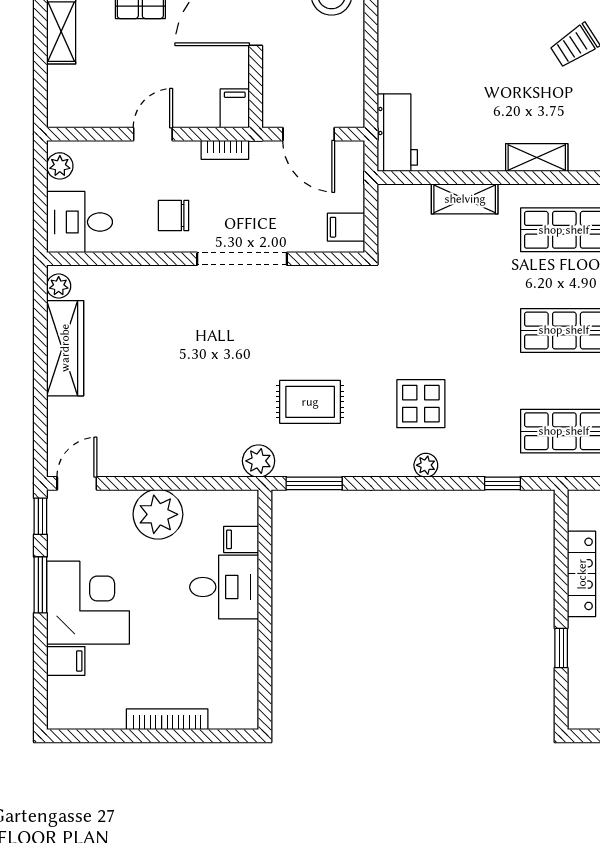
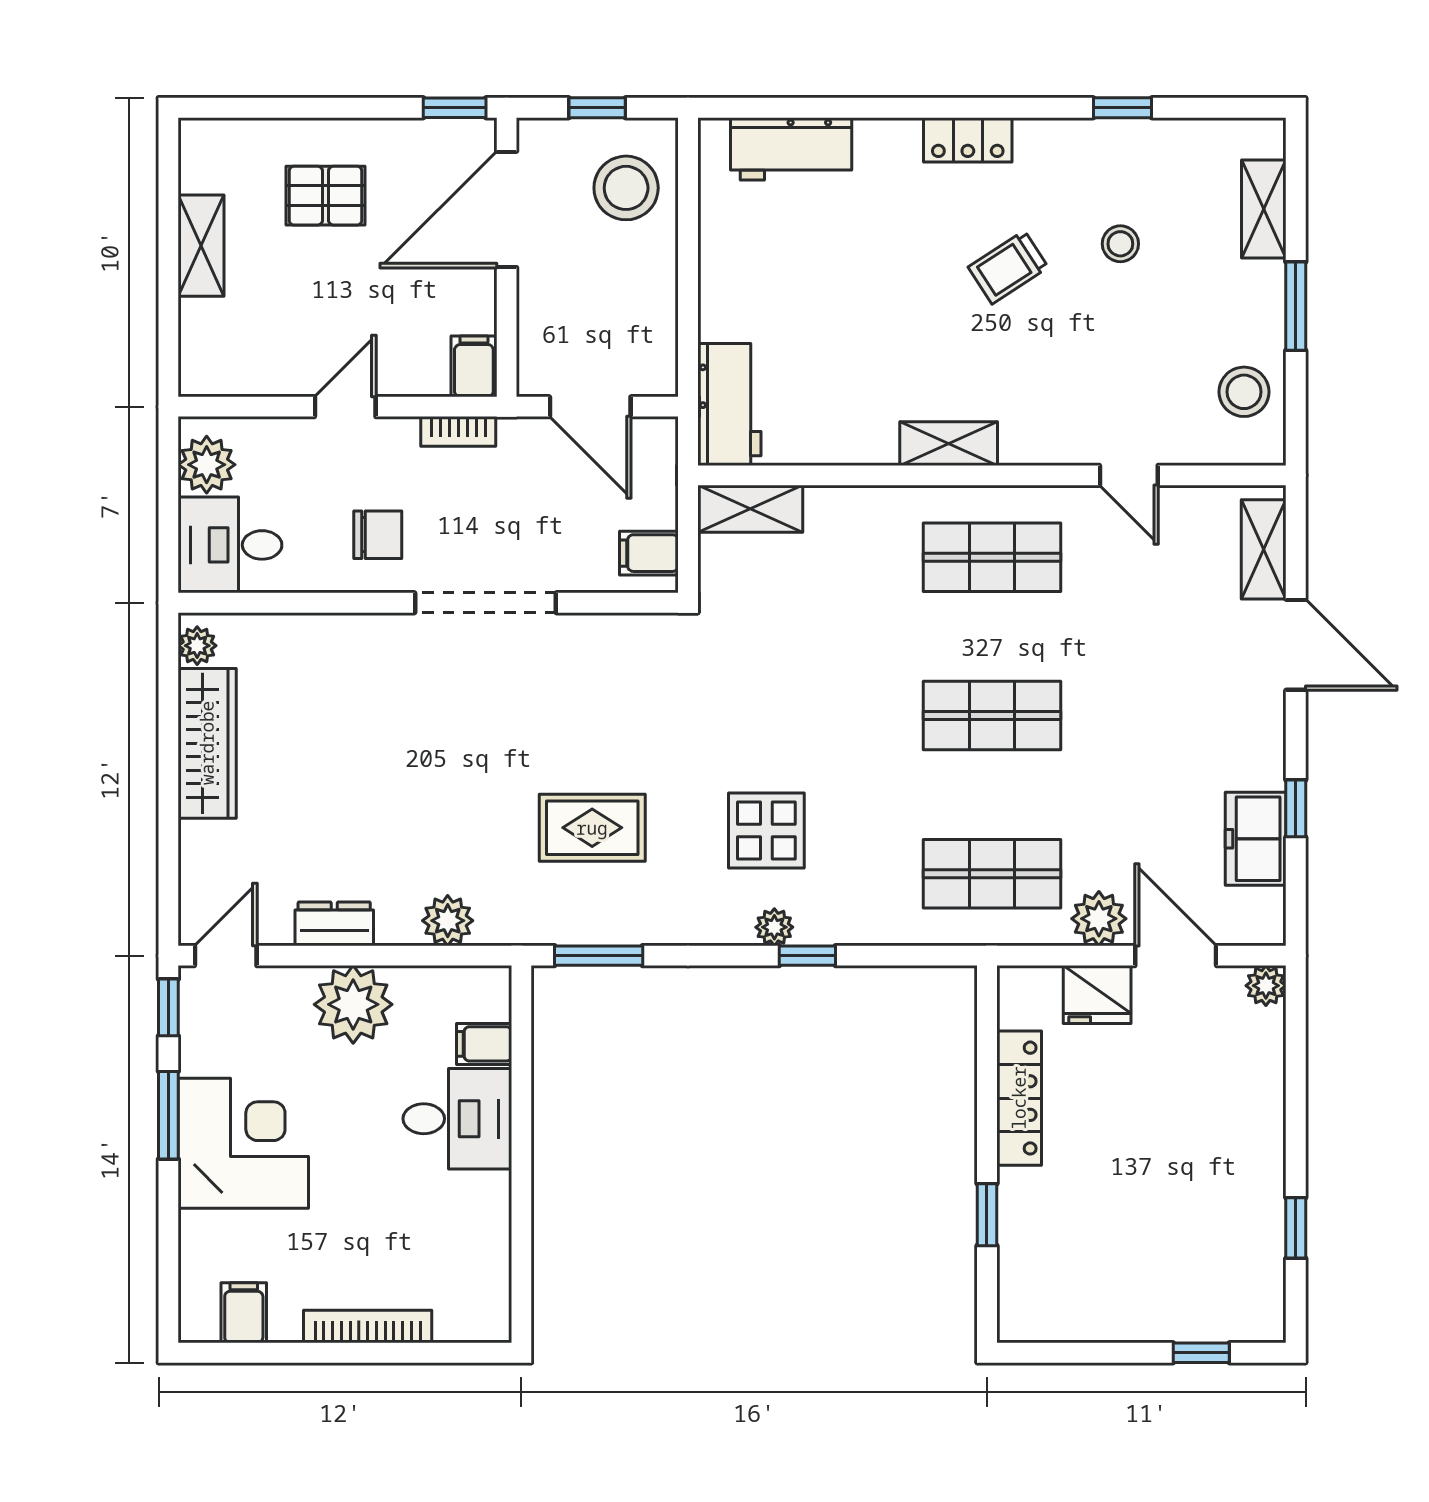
plant: (60, 166) -> (207, 465), width x1.38, depth x1.38
shelving: (465, 199) -> (750, 509), moved
chair: (174, 215) -> (378, 535), turned 180
plant: (259, 461) -> (448, 921), moved
dresser: (146, 463) -> (334, 924), added
window: (502, 483) -> (807, 956), moved
filing cabinet: (66, 661) -> (244, 1313), moved, turned -90

